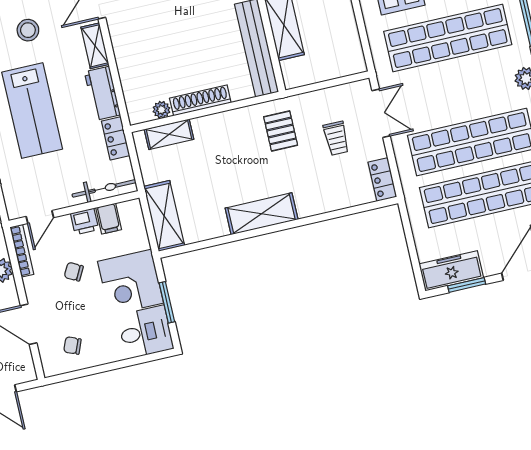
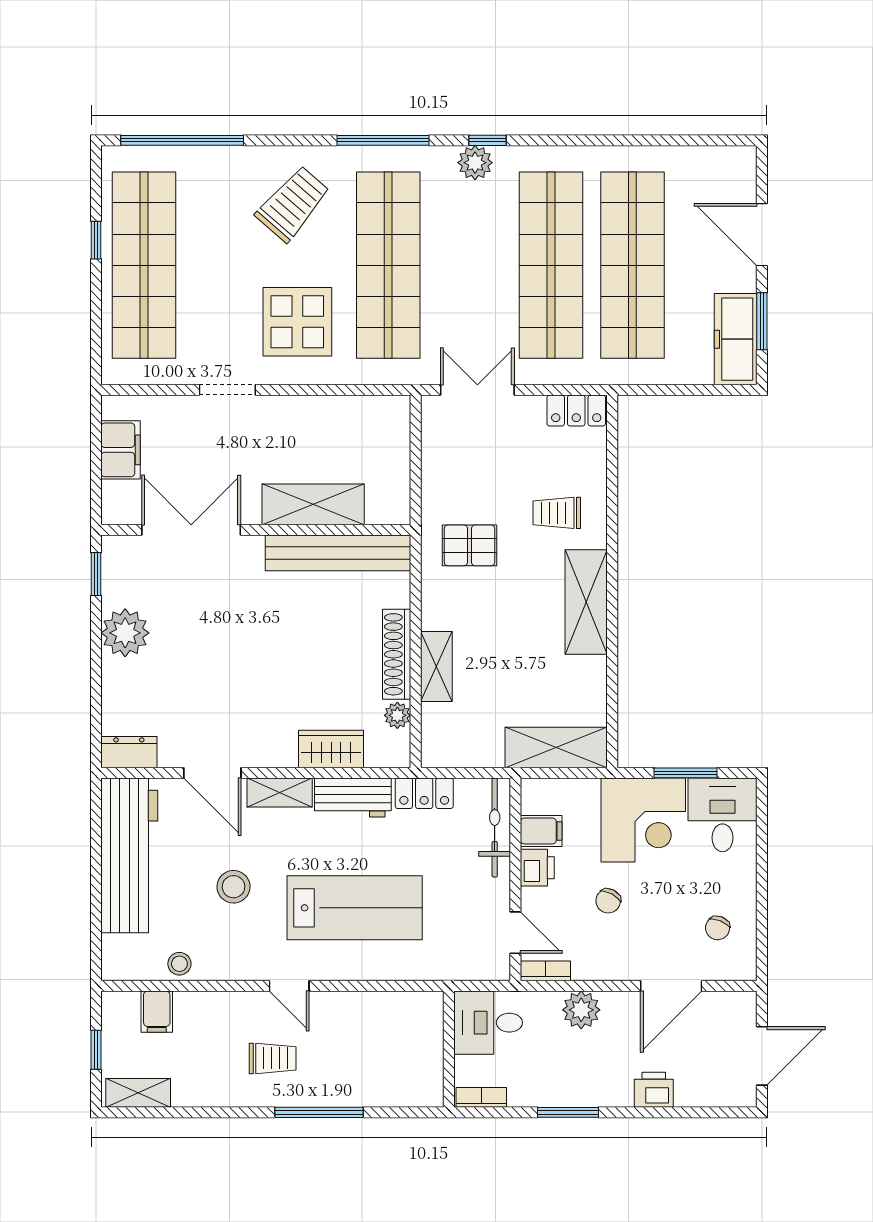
wardrobe: (130, 72) -> (331, 749), added
shelving: (169, 134) -> (436, 666), moved
trolley: (336, 138) -> (557, 513), moved, turned 180
bookcase: (22, 251) -> (545, 971), width x0.64

